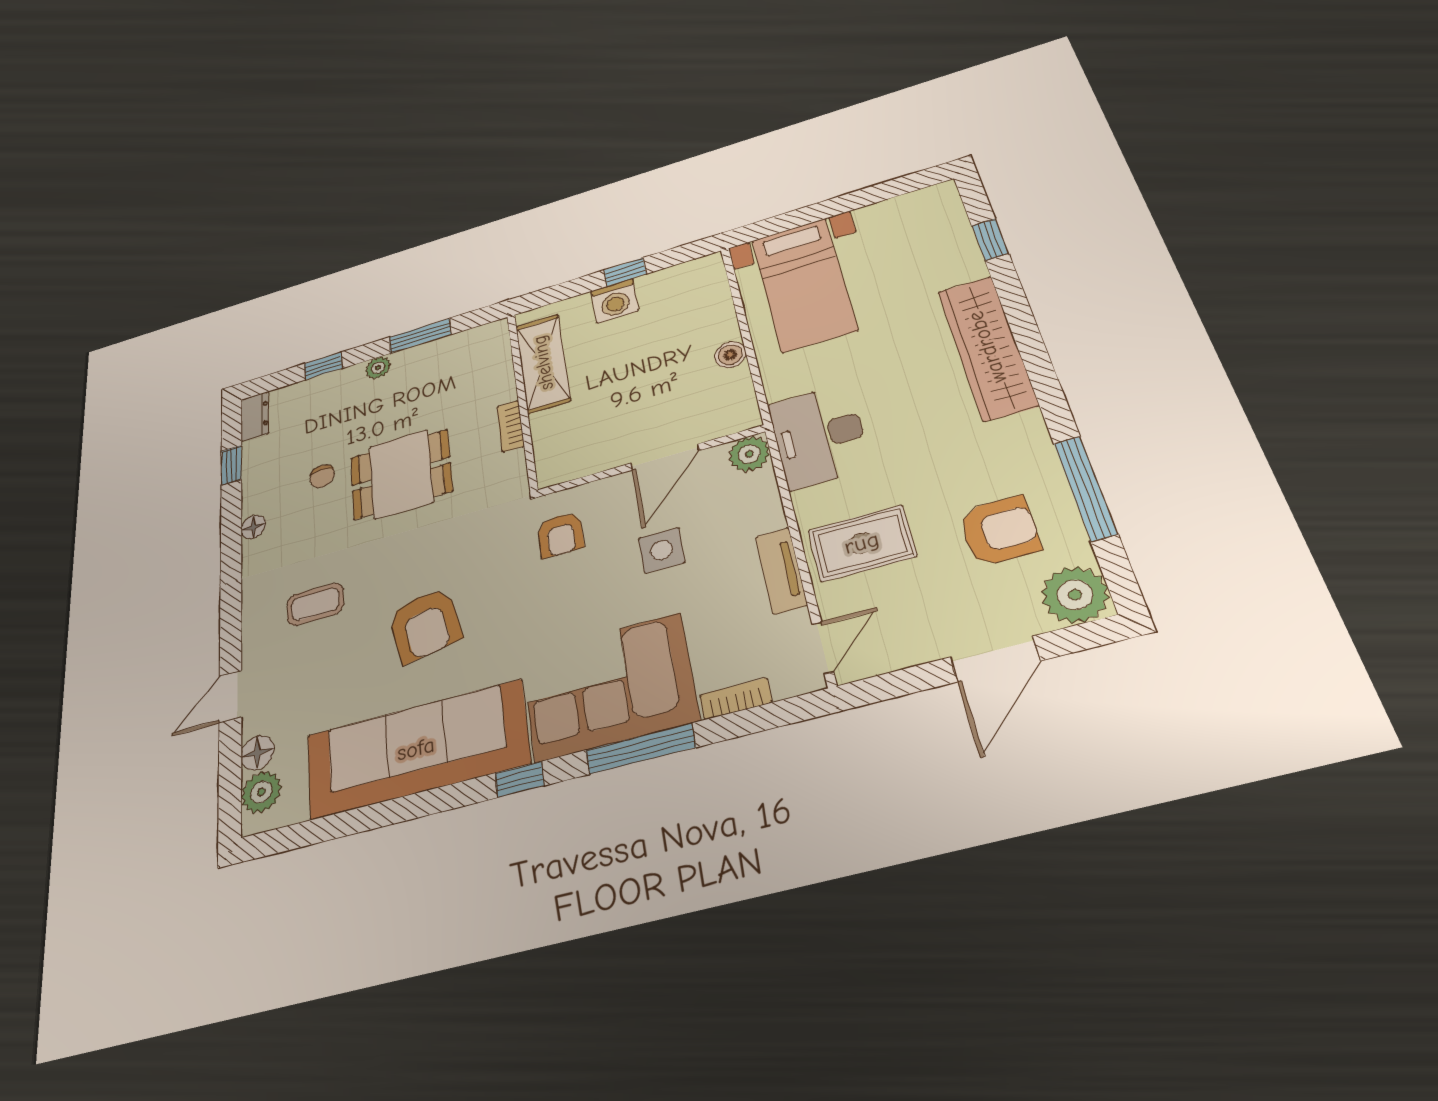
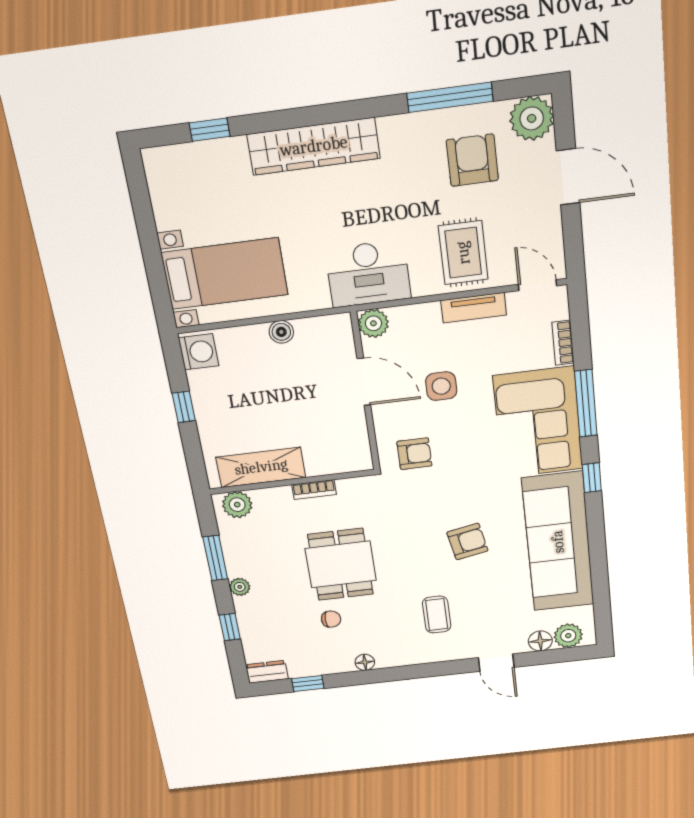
washing machine: (615, 301) -> (199, 352), moved
plant: (492, 347) -> (237, 505), added
armchair: (425, 625) -> (467, 542), width x0.72, depth x0.72

